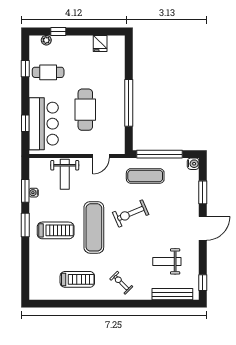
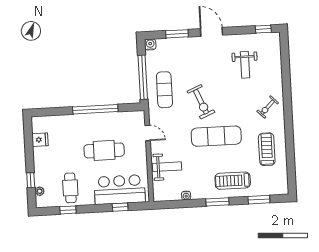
window: (25, 191) -> (259, 200), moved
treadmill: (56, 230) -> (233, 181), moved, turned -90
bench: (172, 294) -> (276, 58), removed

